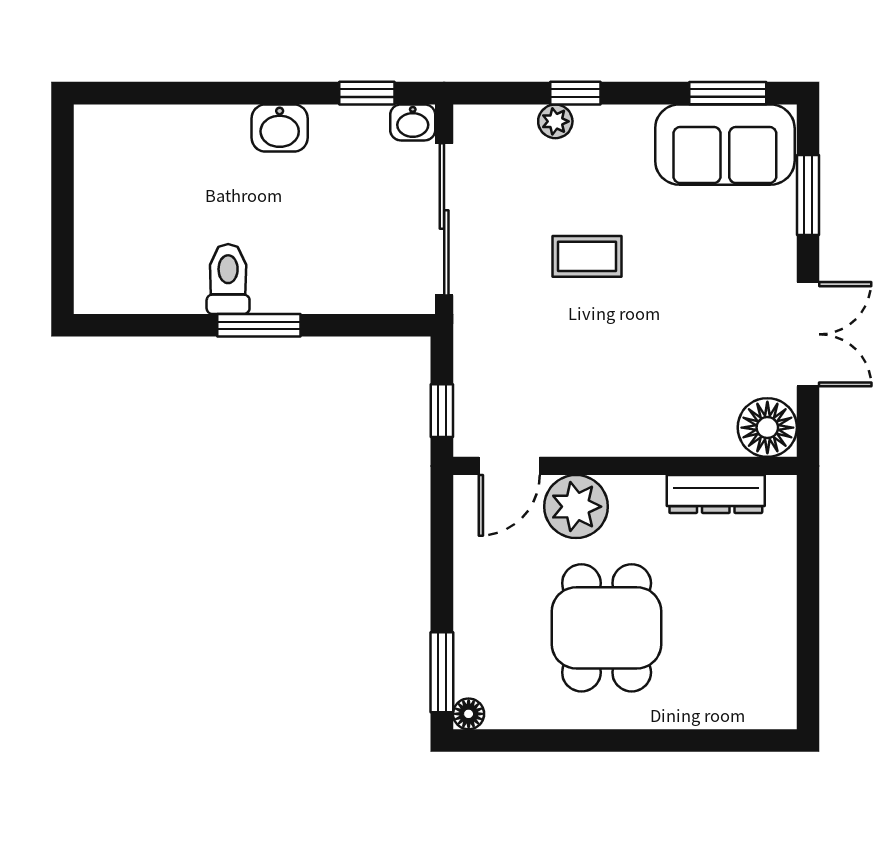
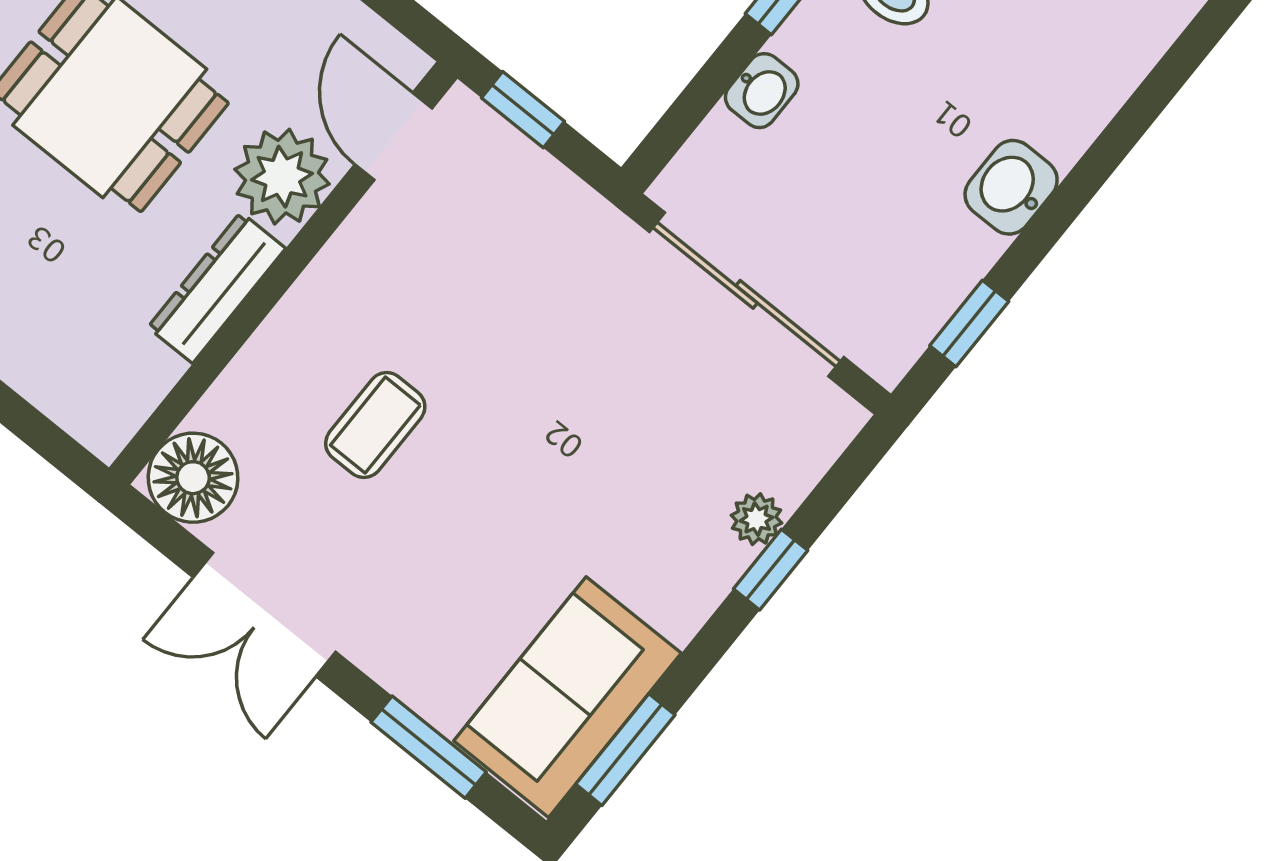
washbasin: (413, 122) -> (762, 91), moved, turned 180
coffee table: (587, 256) -> (375, 425), moved
dresser: (716, 494) -> (217, 288), moved

